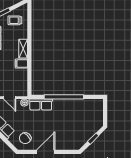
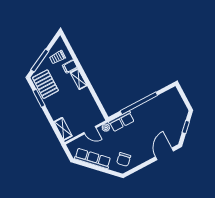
filing cabinet: (21, 64) -> (70, 66), moved
door: (46, 152) -> (164, 154), moved

